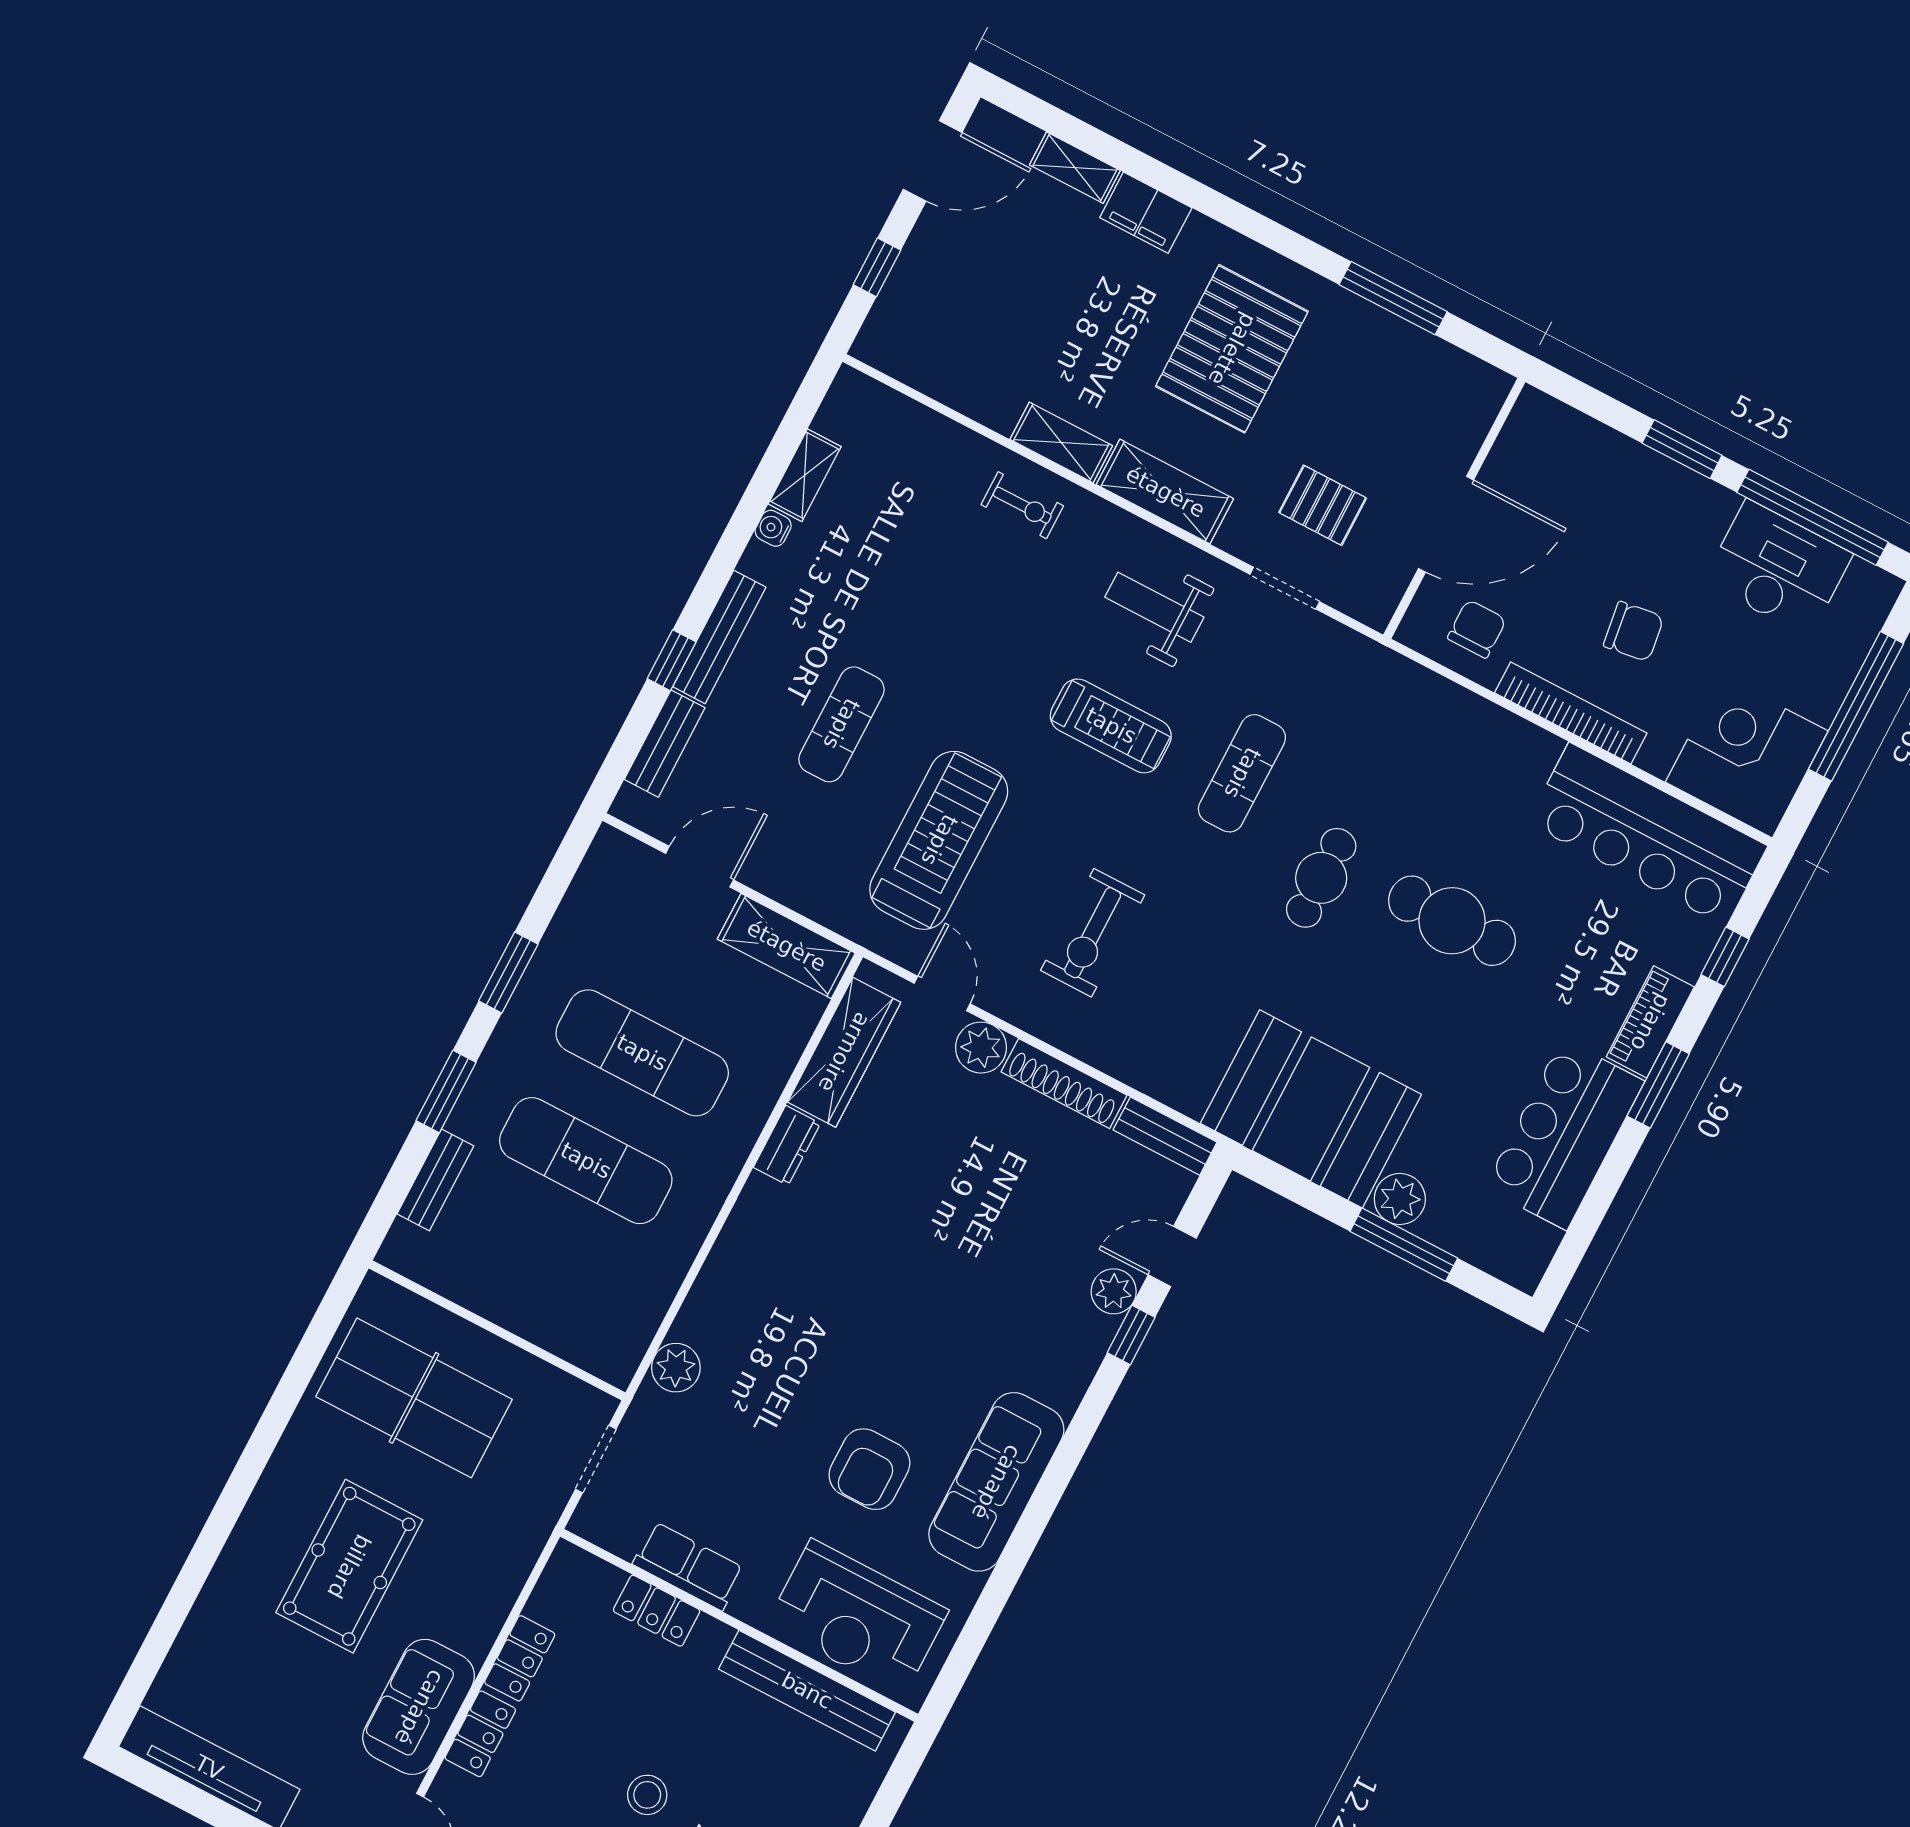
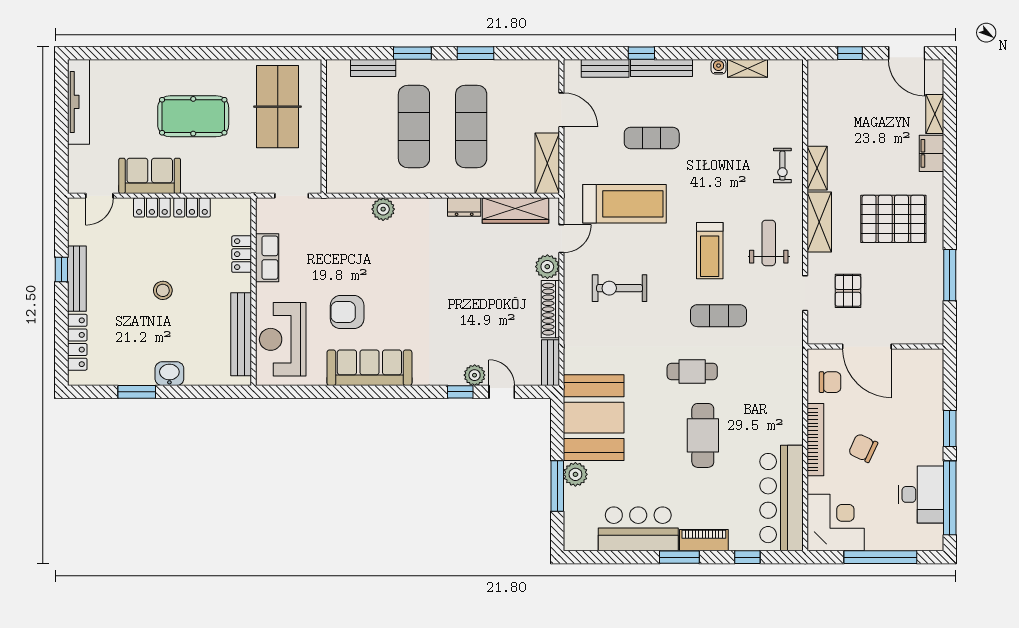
chair: (1634, 631) -> (863, 448), turned 123
plant: (676, 1368) -> (383, 209), moved

